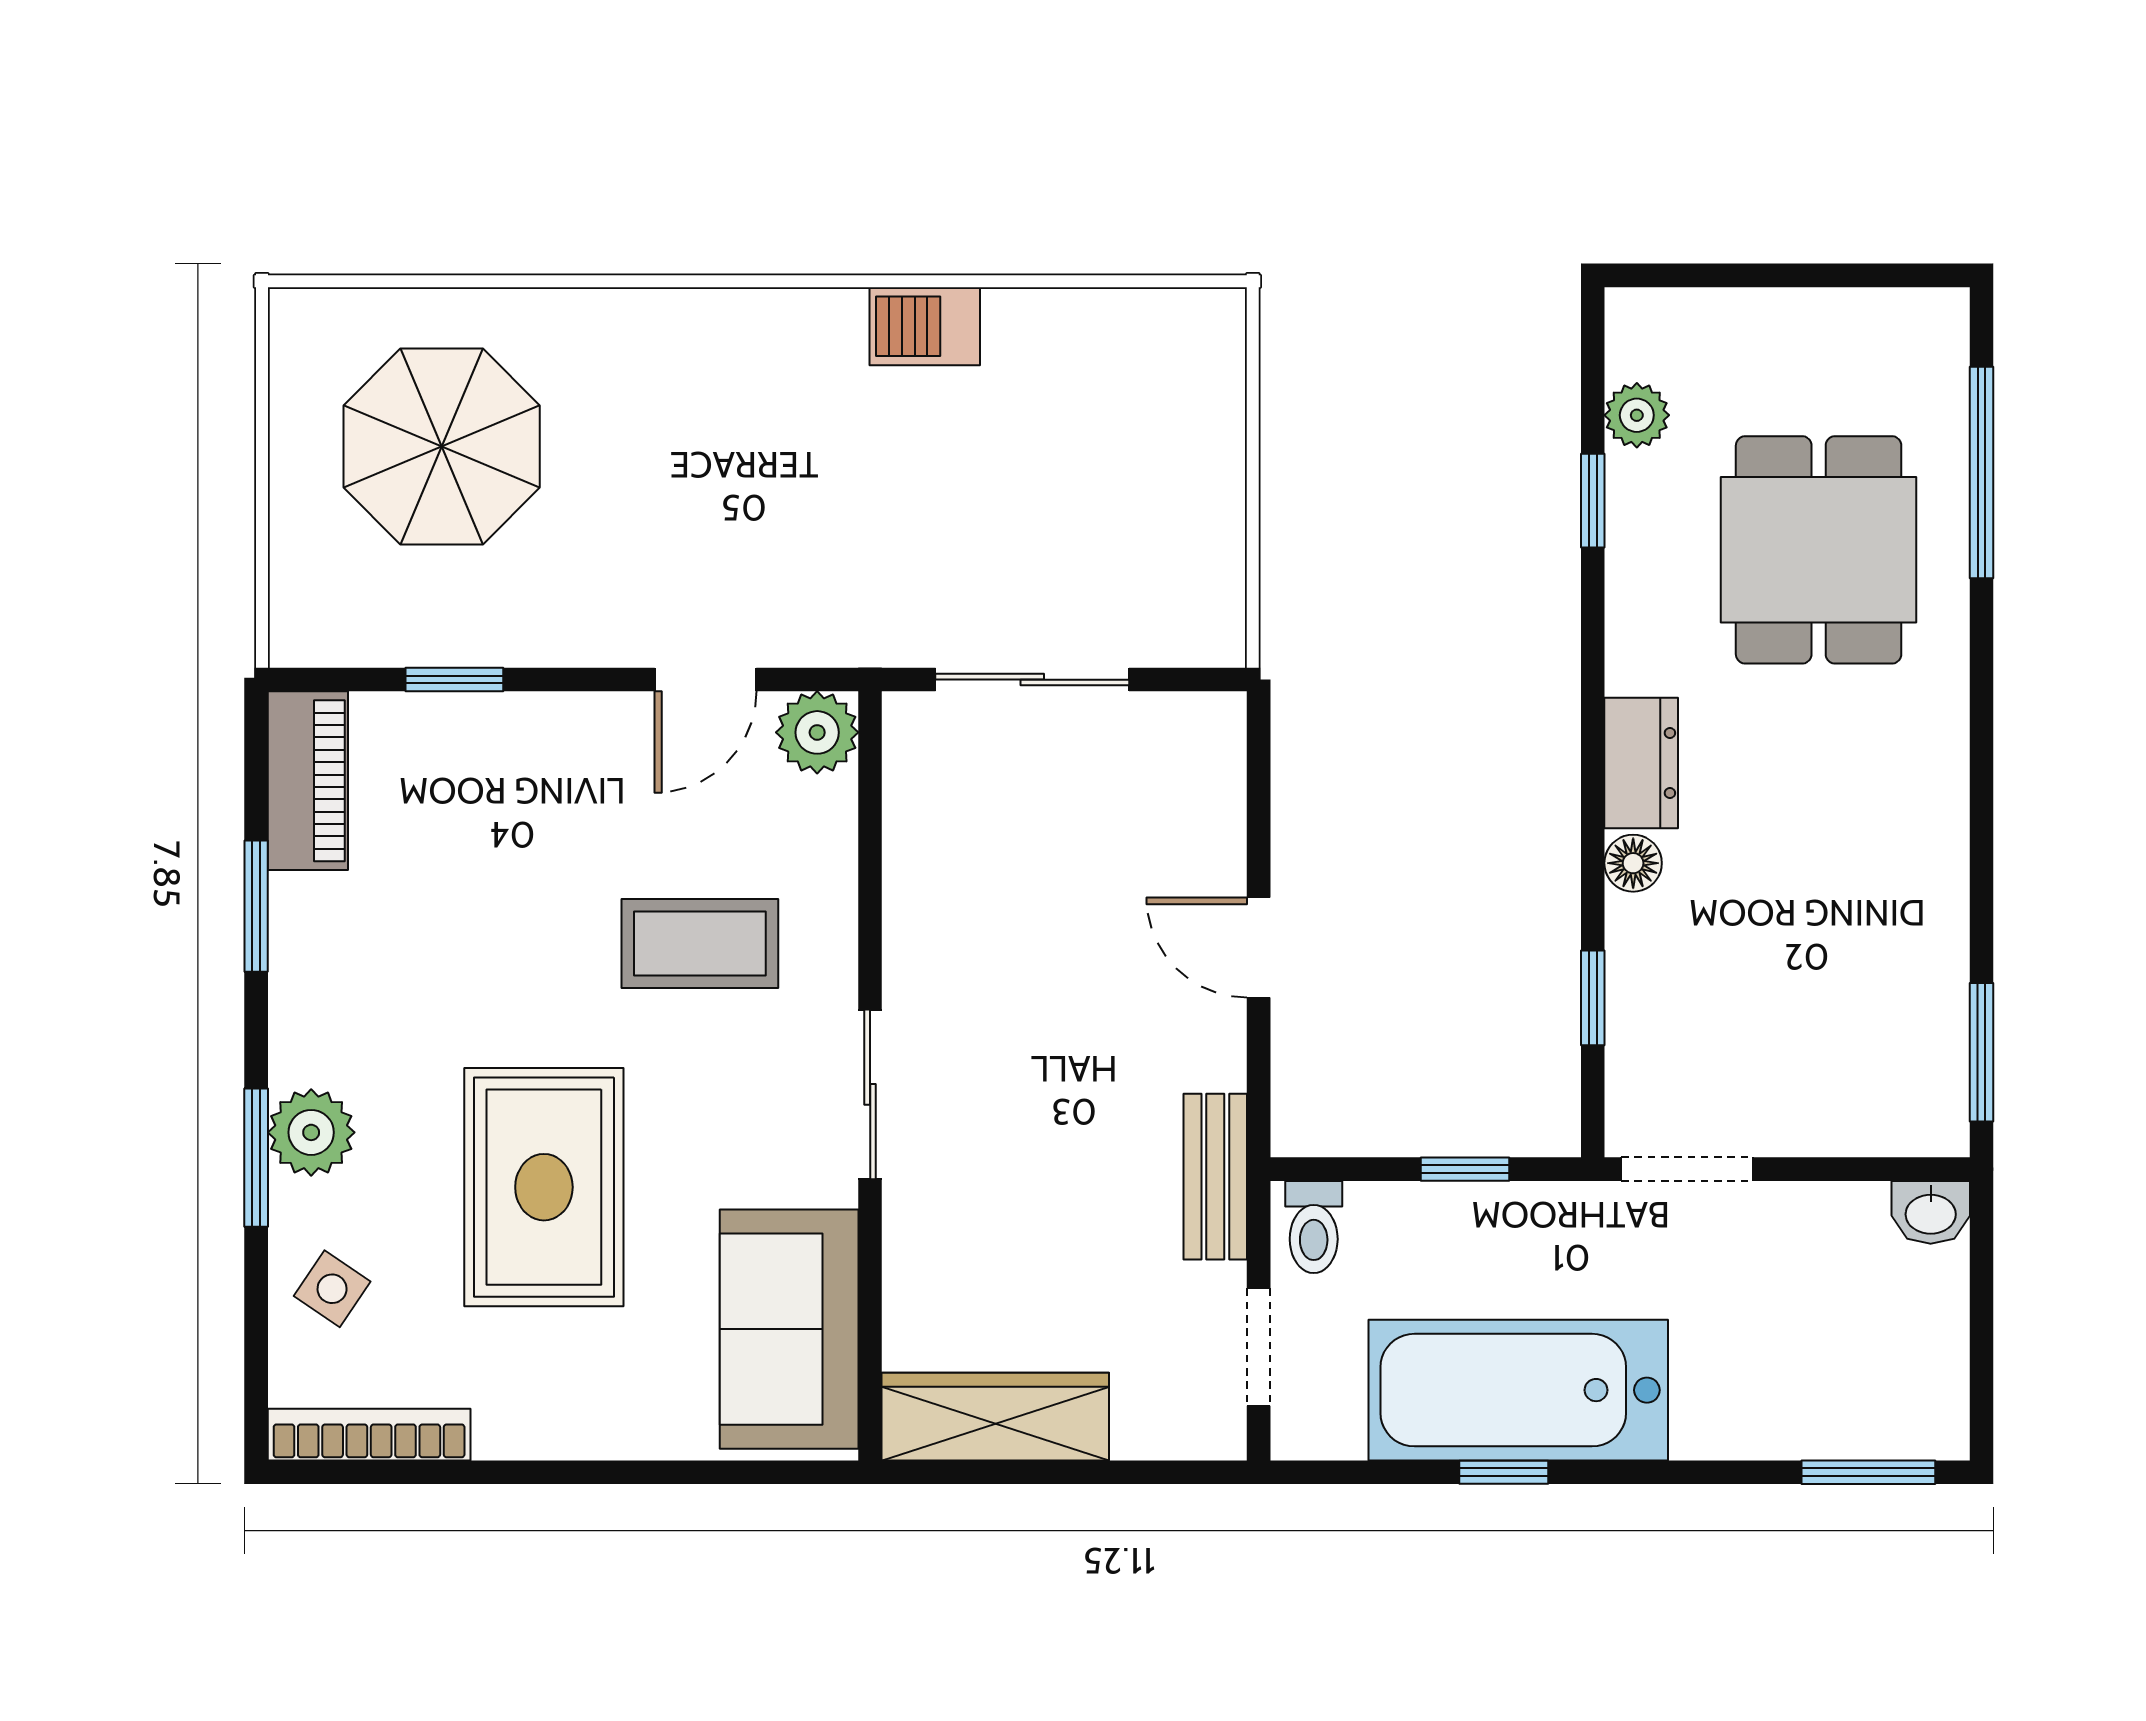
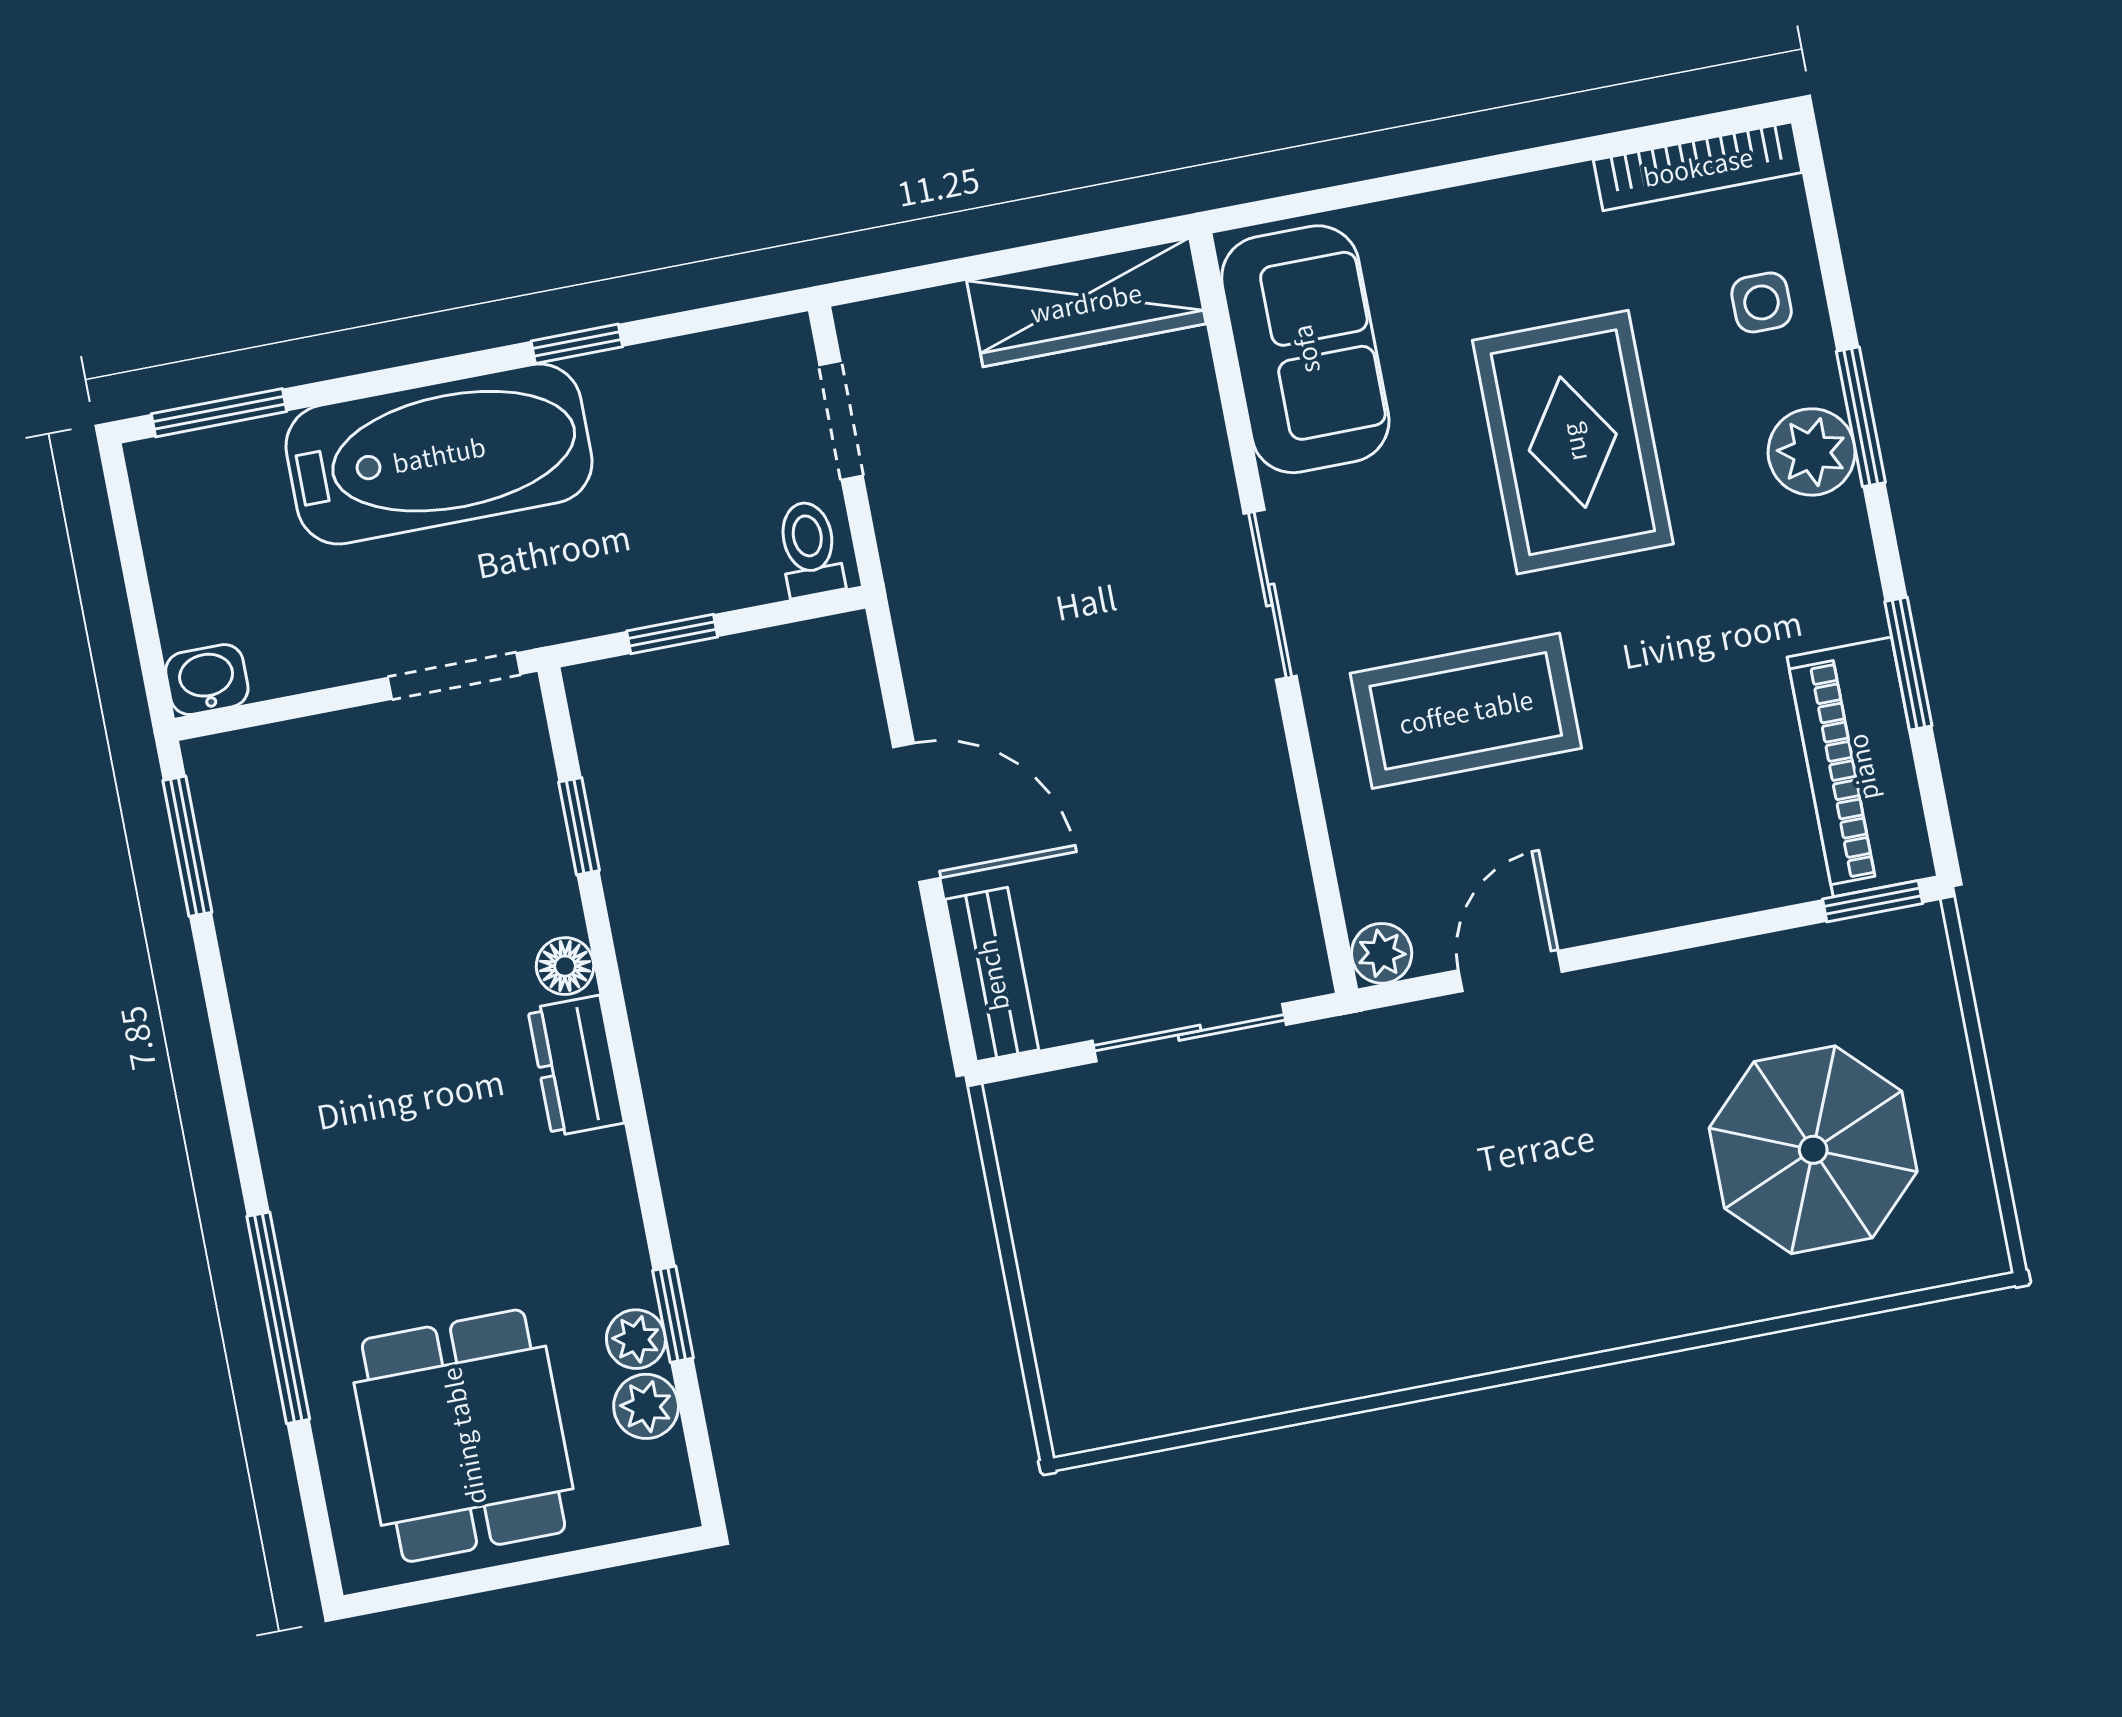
barbecue: (925, 326) -> (1362, 1359), removed
window: (1981, 473) -> (278, 1318), moved
plant: (1634, 483) -> (636, 1339), added
dining table: (1819, 550) -> (463, 1436), moved
window: (454, 680) -> (1873, 901), moved
plant: (817, 732) -> (1382, 953), width x0.73, depth x0.73
piano: (308, 781) -> (1862, 767), width x1.37, depth x1.33
coffee table: (700, 944) -> (1466, 711), width x1.36, depth x1.32
door: (1259, 947) -> (917, 813), width x1.38
bench: (1215, 1177) -> (992, 975), moved
side table: (332, 1289) -> (1762, 302), turned -34
bathtub: (1518, 1390) -> (439, 454), moved

